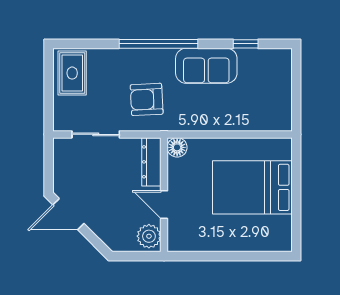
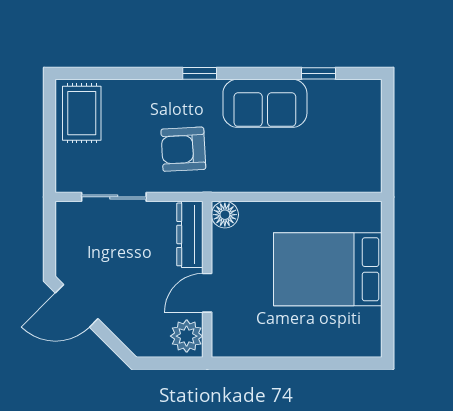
window: (158, 44) -> (200, 73), width x0.32
door: (164, 205) -> (207, 293), hinge flipped

